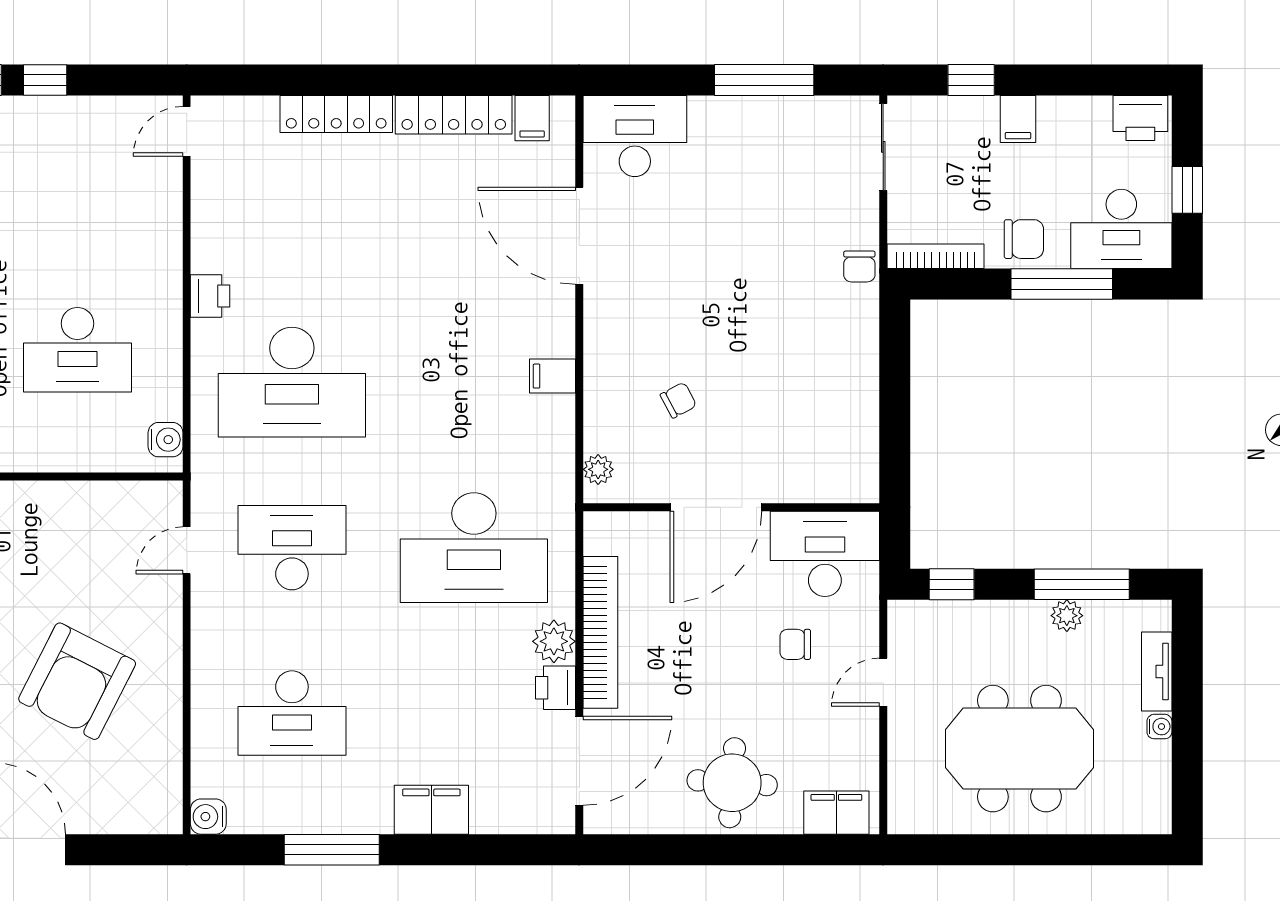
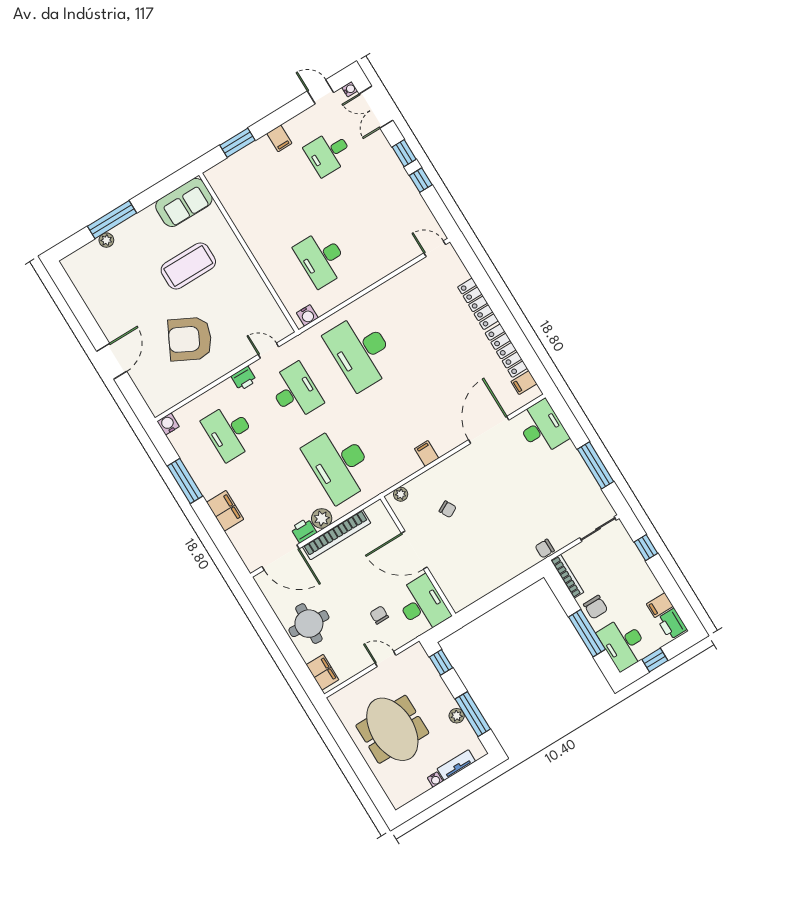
filing cabinet: (1018, 119) -> (660, 605), moved
printer: (210, 296) -> (244, 378), moved

